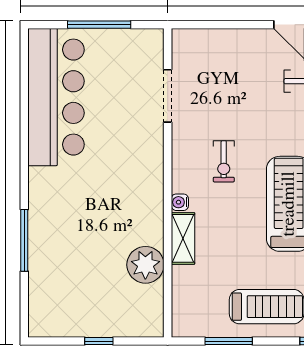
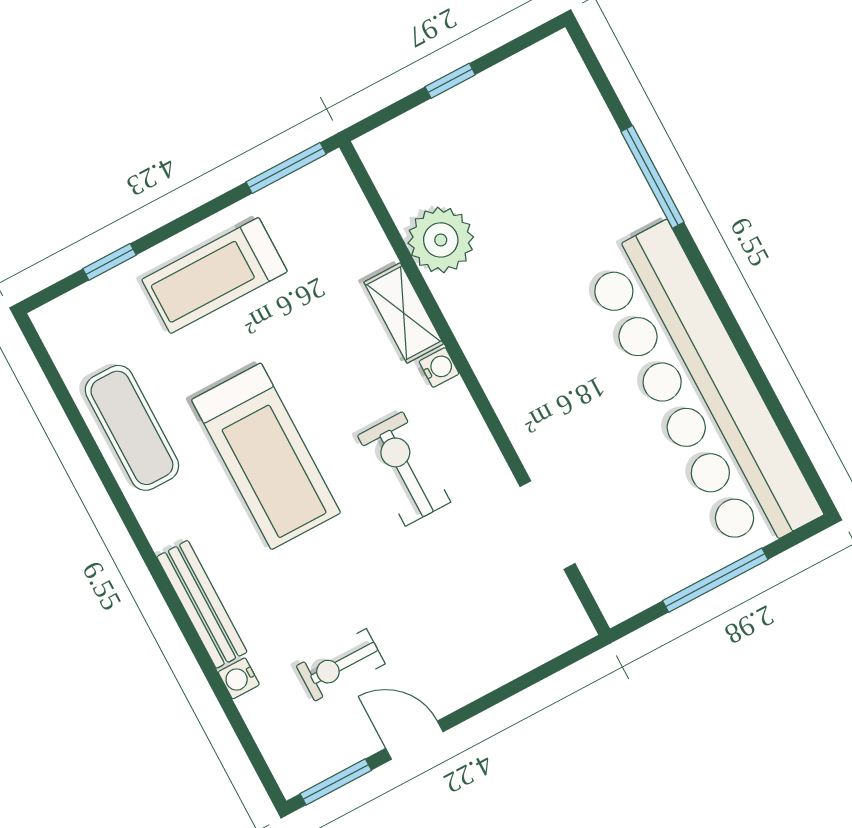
bar counter: (56, 97) -> (702, 390), width x1.36
exercise bike: (224, 161) -> (404, 469), width x1.38, depth x1.39
window: (229, 341) -> (286, 168), moved

